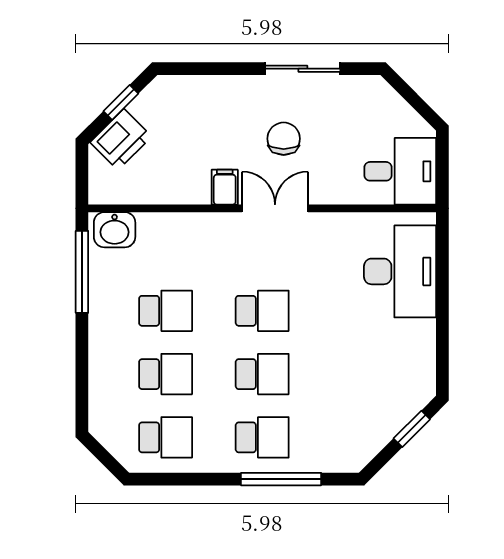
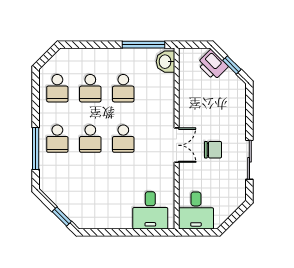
filing cabinet: (225, 187) -> (188, 119), removed
desk: (400, 271) -> (150, 210), width x0.73

